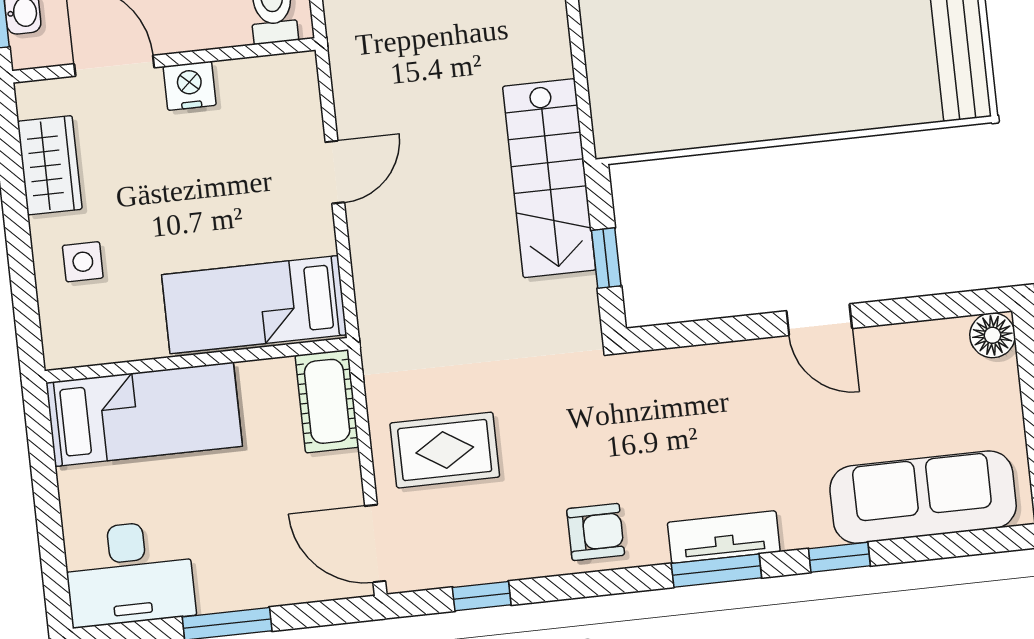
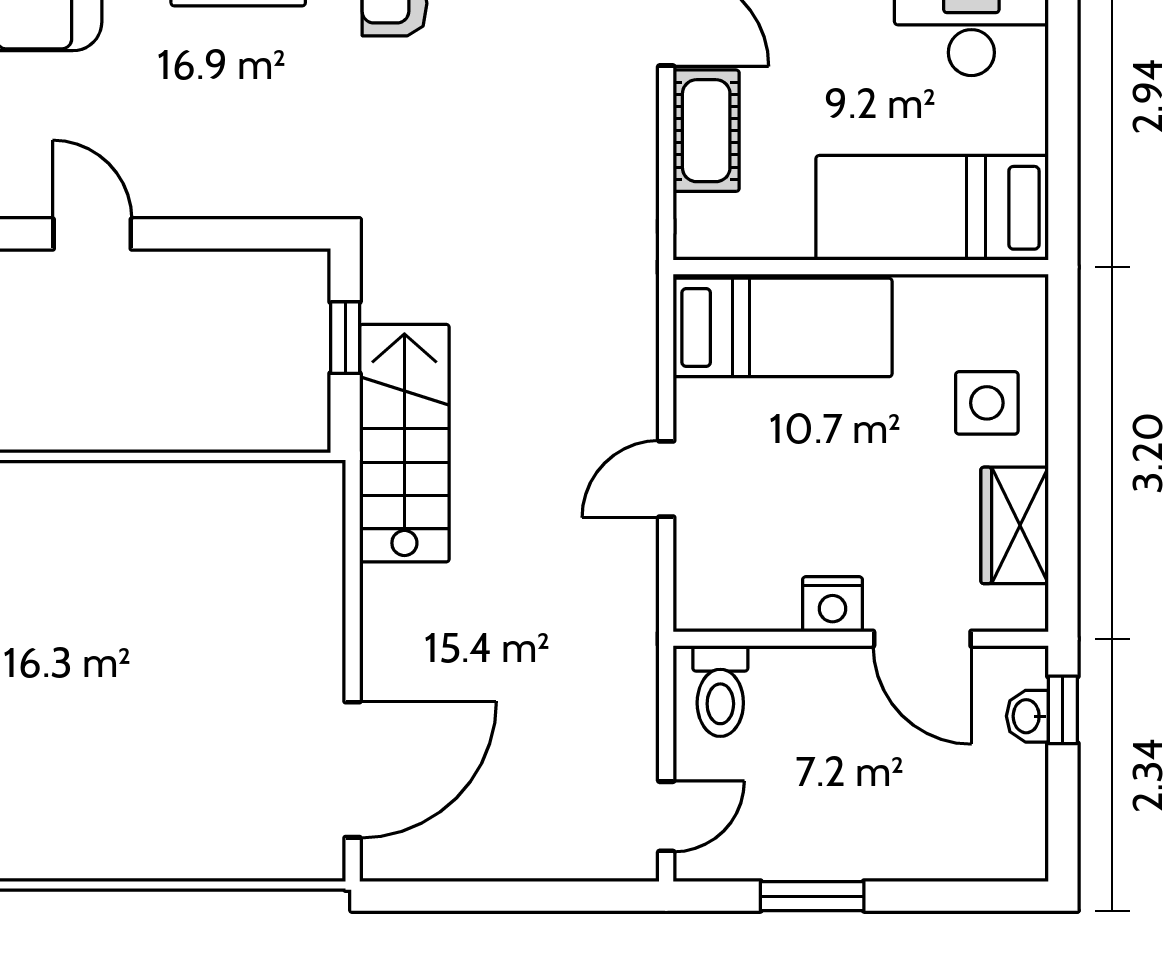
side table: (83, 262) -> (987, 403), width x1.37, depth x1.37
cot: (327, 401) -> (706, 131), moved
rug: (445, 450) -> (568, 124), removed

